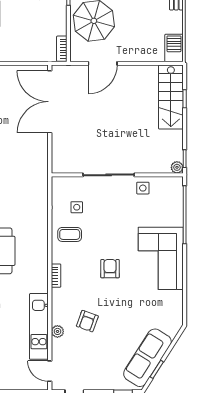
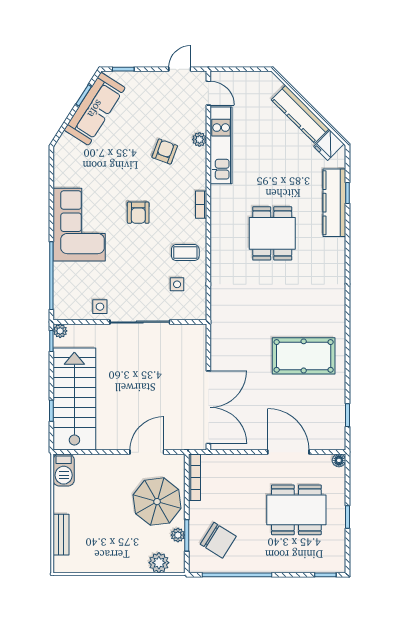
bookcase: (62, 49) -> (195, 477), width x1.56
stairs: (171, 97) -> (74, 399), width x1.36, depth x1.51

